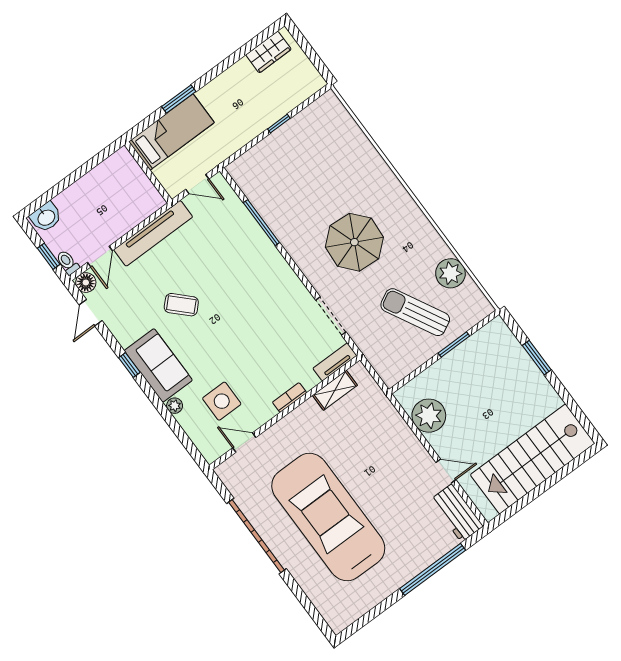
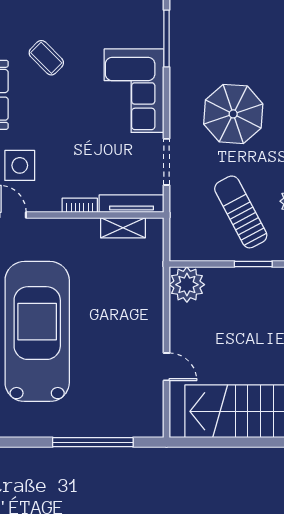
corner sofa: (266, 280) -> (134, 91), added
tv unit: (335, 362) -> (131, 204), width x1.41
plant: (429, 416) -> (187, 285), moved
workbench: (457, 513) -> (149, 409), removed

